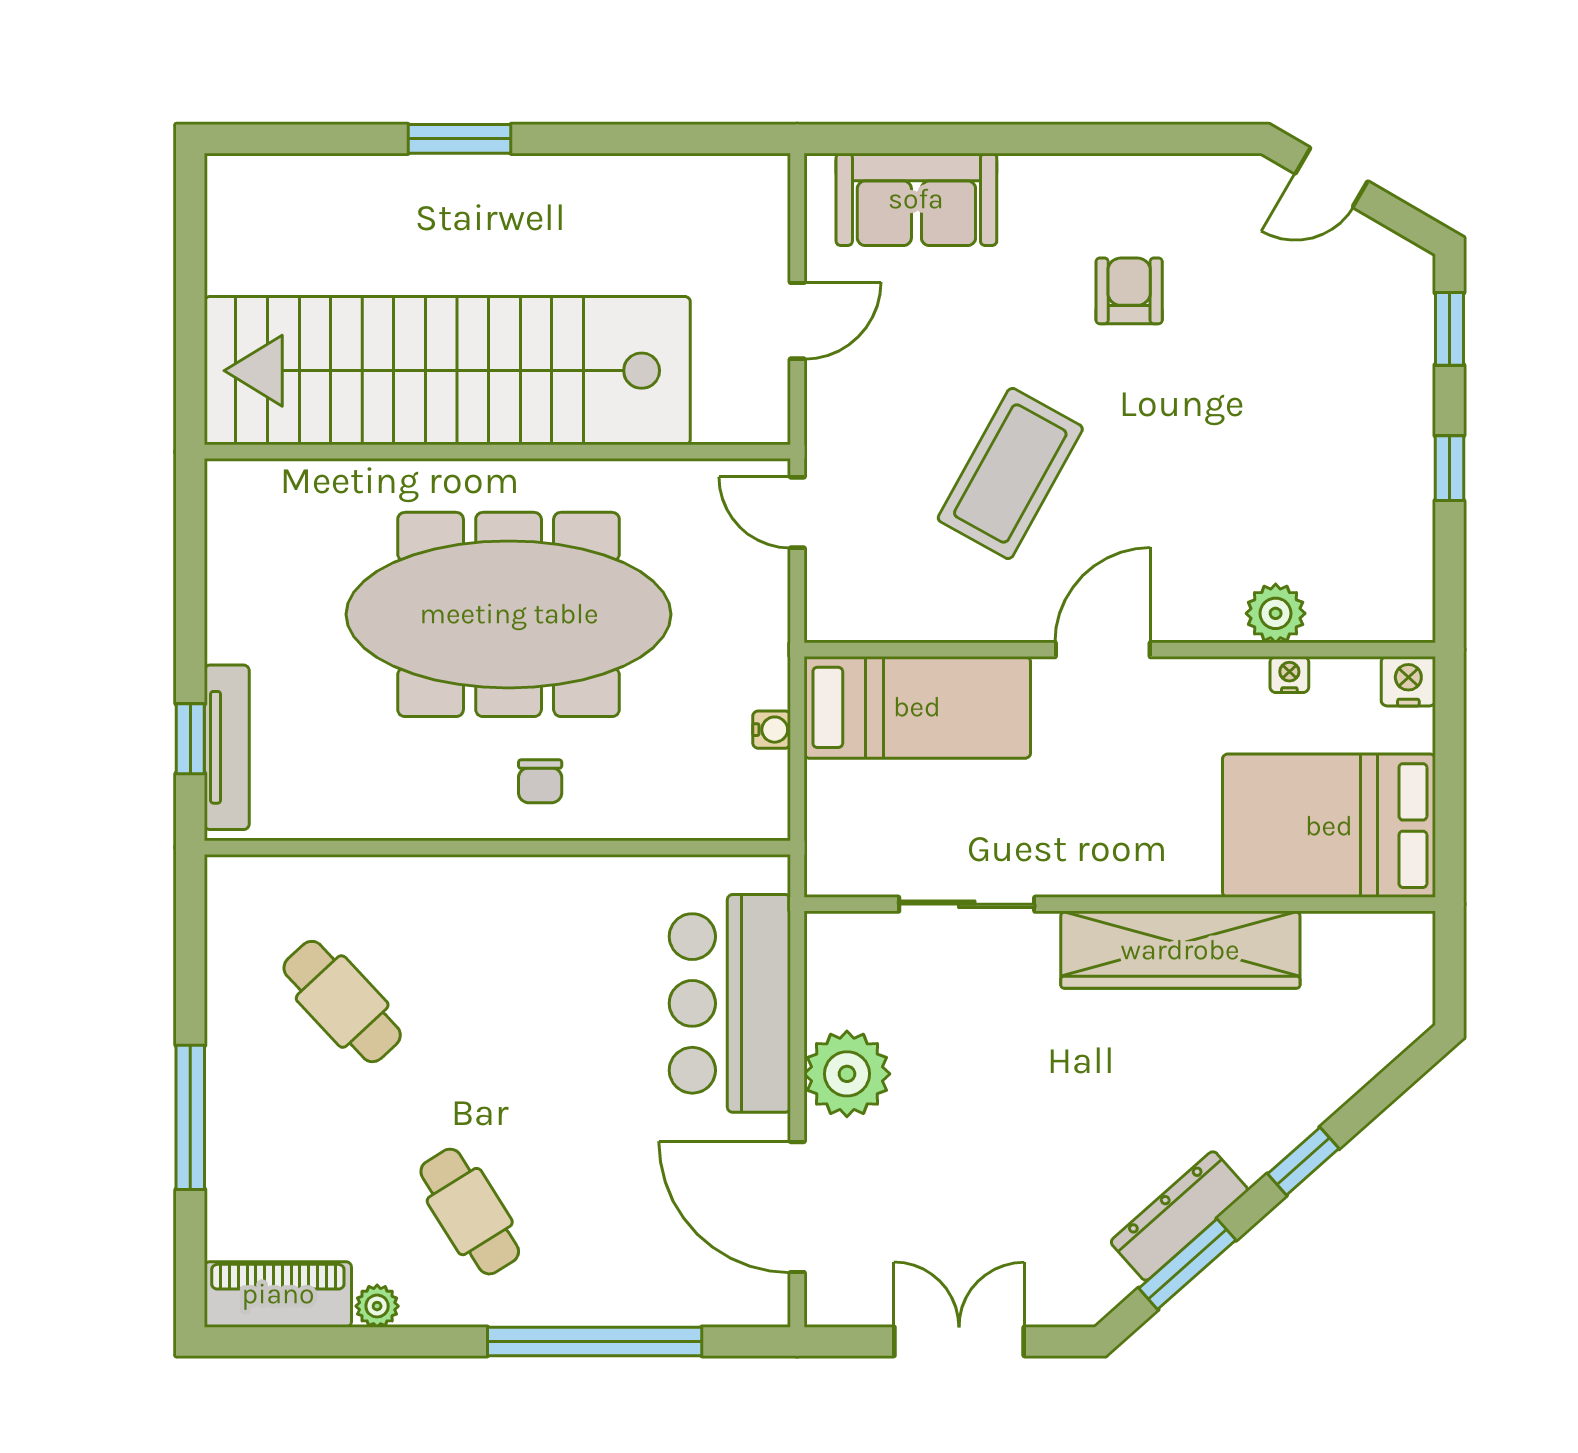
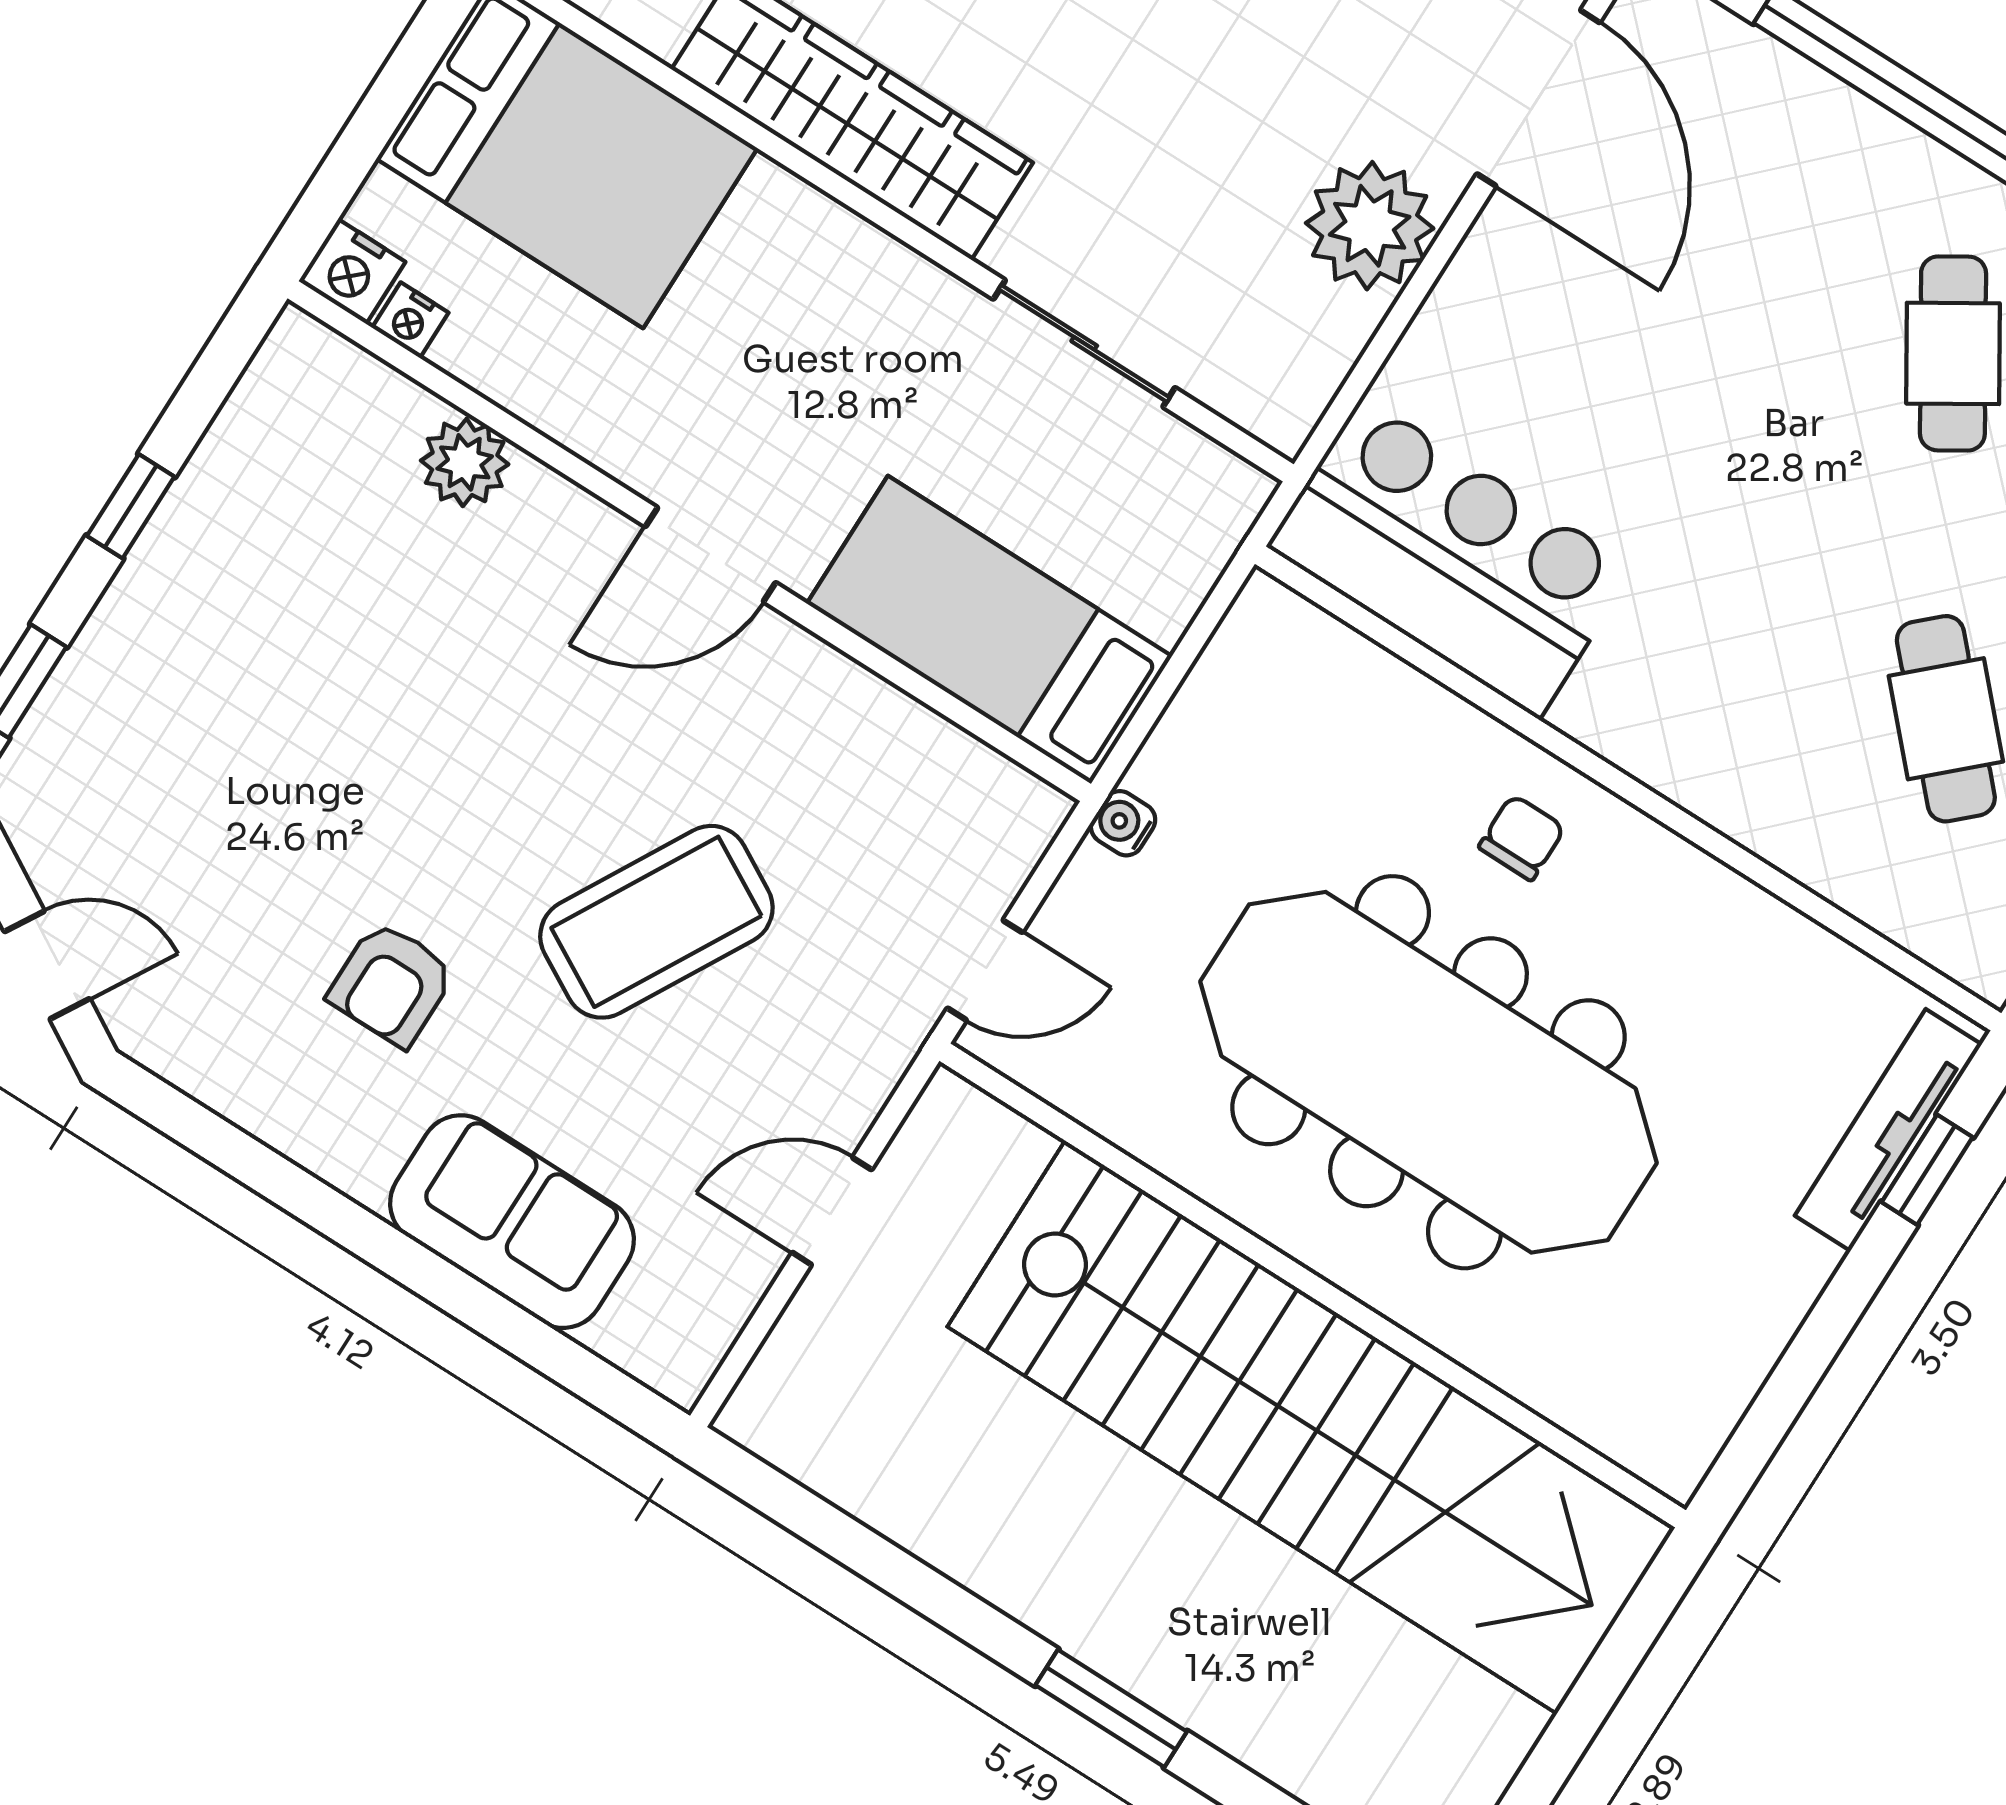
sofa: (916, 199) -> (512, 1222), moved
coffee table: (1010, 473) -> (656, 922), moved
door: (797, 512) -> (985, 970), hinge flipped
nightstand: (1289, 675) -> (410, 320), moved
water cooler: (772, 730) -> (1123, 823), moved
bar counter: (730, 1003) -> (1451, 557), moved, turned -90

